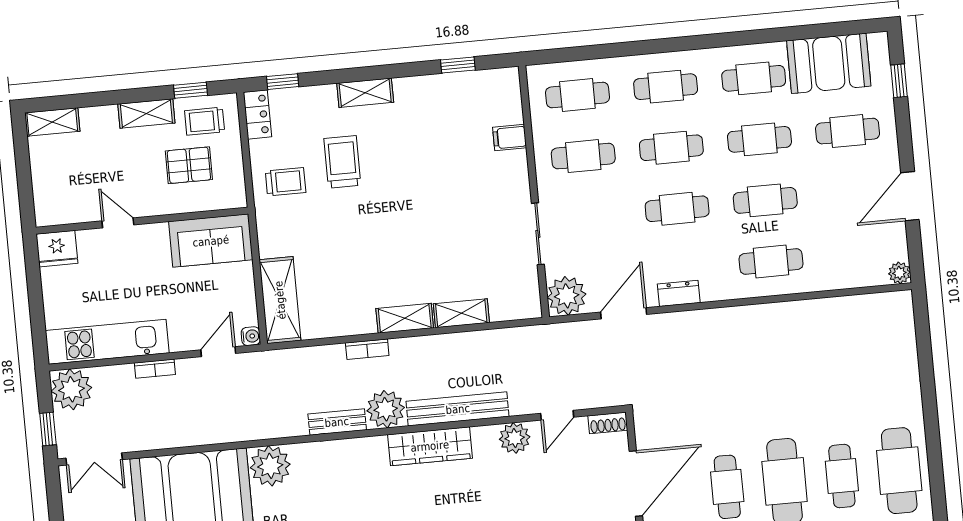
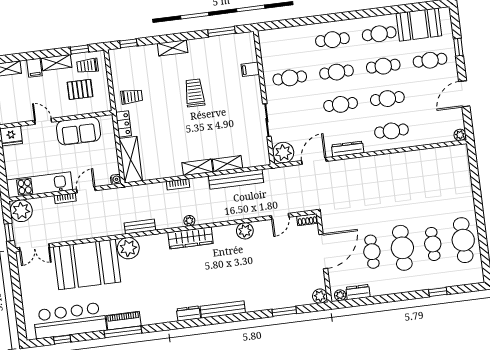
window: (458, 65) -> (222, 32), width x1.50
window: (899, 81) -> (458, 47), moved
cafe table: (577, 95) -> (286, 46), removed
locker: (257, 114) -> (124, 124), moved
filing cabinet: (105, 122) -> (34, 68), added
trolley: (342, 162) -> (195, 93), moved
sofa: (211, 241) -> (78, 131), moved
dresser: (679, 293) -> (348, 149), width x1.44
door: (218, 352) -> (86, 190), moved
plant: (386, 409) -> (189, 221), width x0.53, depth x0.53
bench: (458, 409) -> (236, 179), moved
bench: (337, 422) -> (140, 227), moved
plant: (515, 438) -> (245, 231), moved
wardrobe: (430, 446) -> (190, 238), moved

